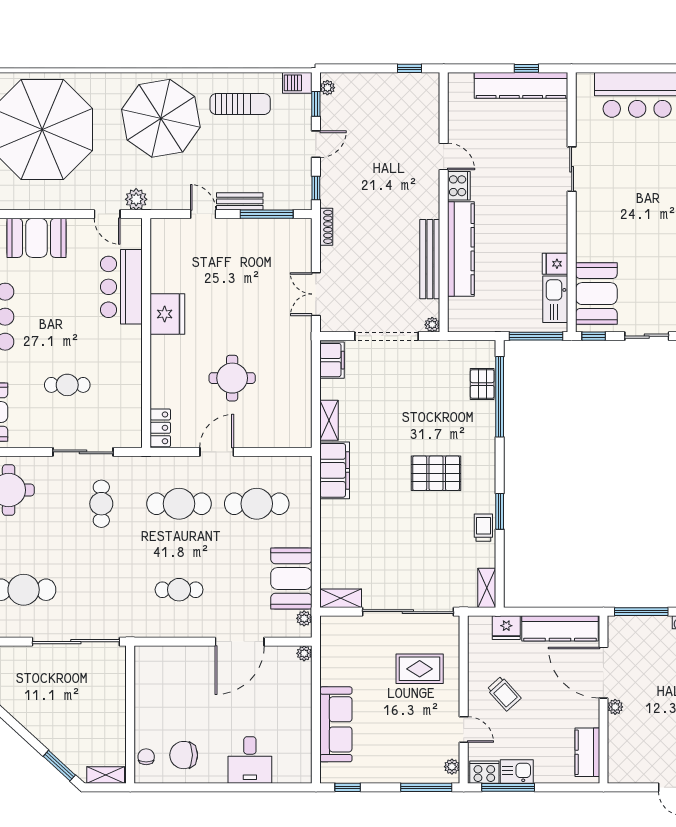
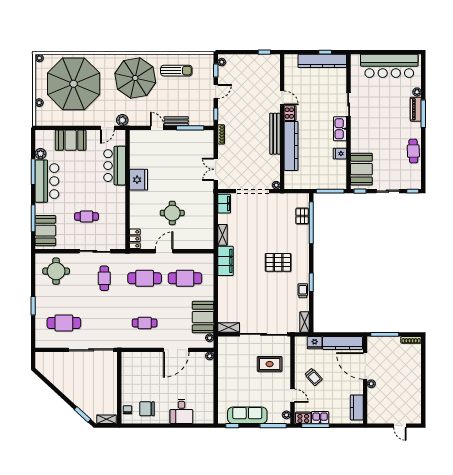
barbecue: (297, 83) -> (206, 60), removed
door: (107, 214) -> (107, 128), hinge flipped
bench: (430, 259) -> (275, 134), moved
kitchen sink: (555, 299) -> (340, 129), moved
sofa: (336, 724) -> (247, 415), moved, turned -90

